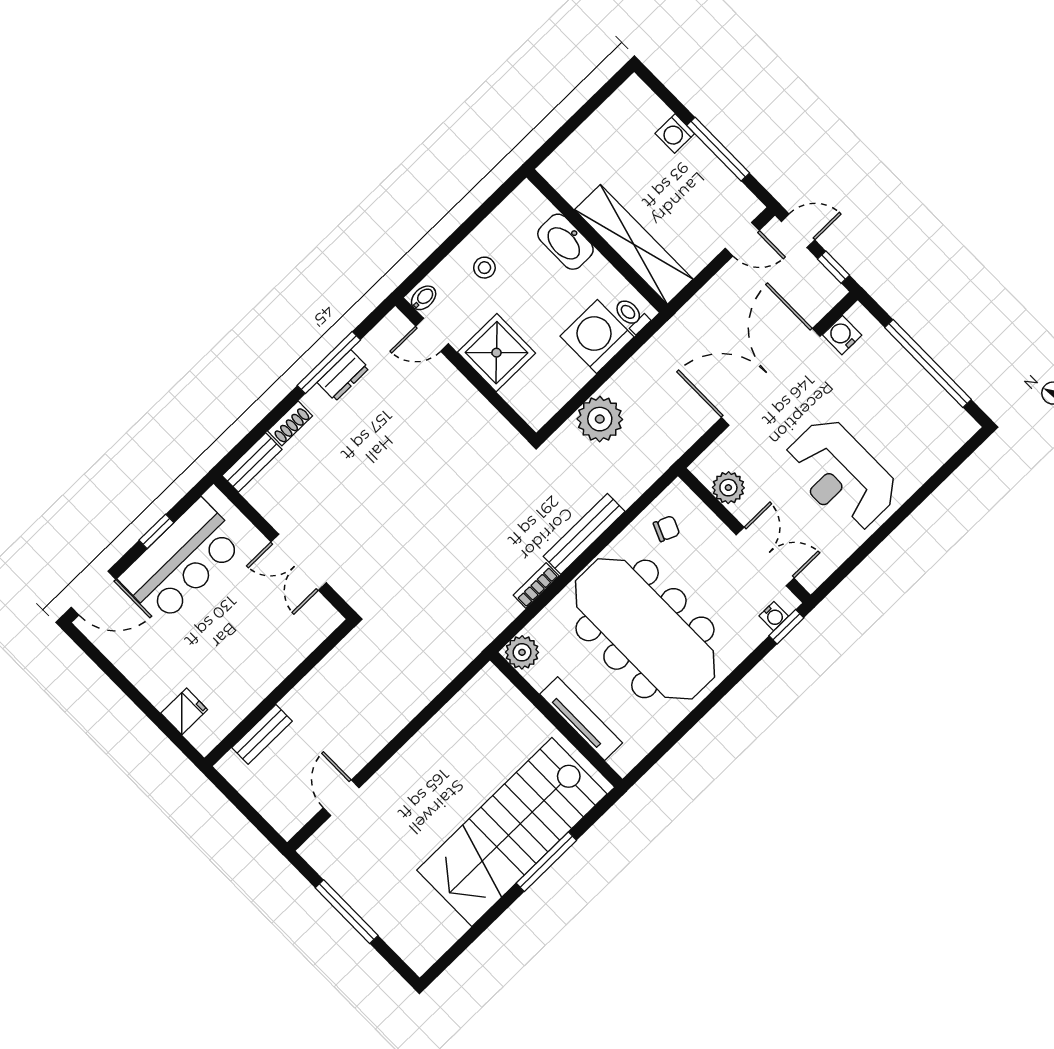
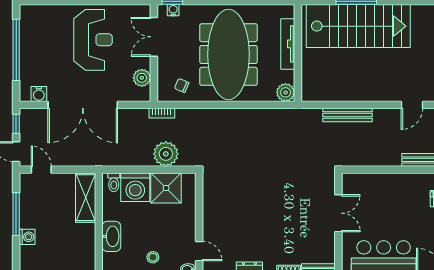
shelving: (634, 244) -> (86, 198), width x0.68
shower: (496, 353) -> (166, 188), moved
bench: (584, 534) -> (348, 115), moved
bookcase: (536, 586) -> (162, 113), moved

